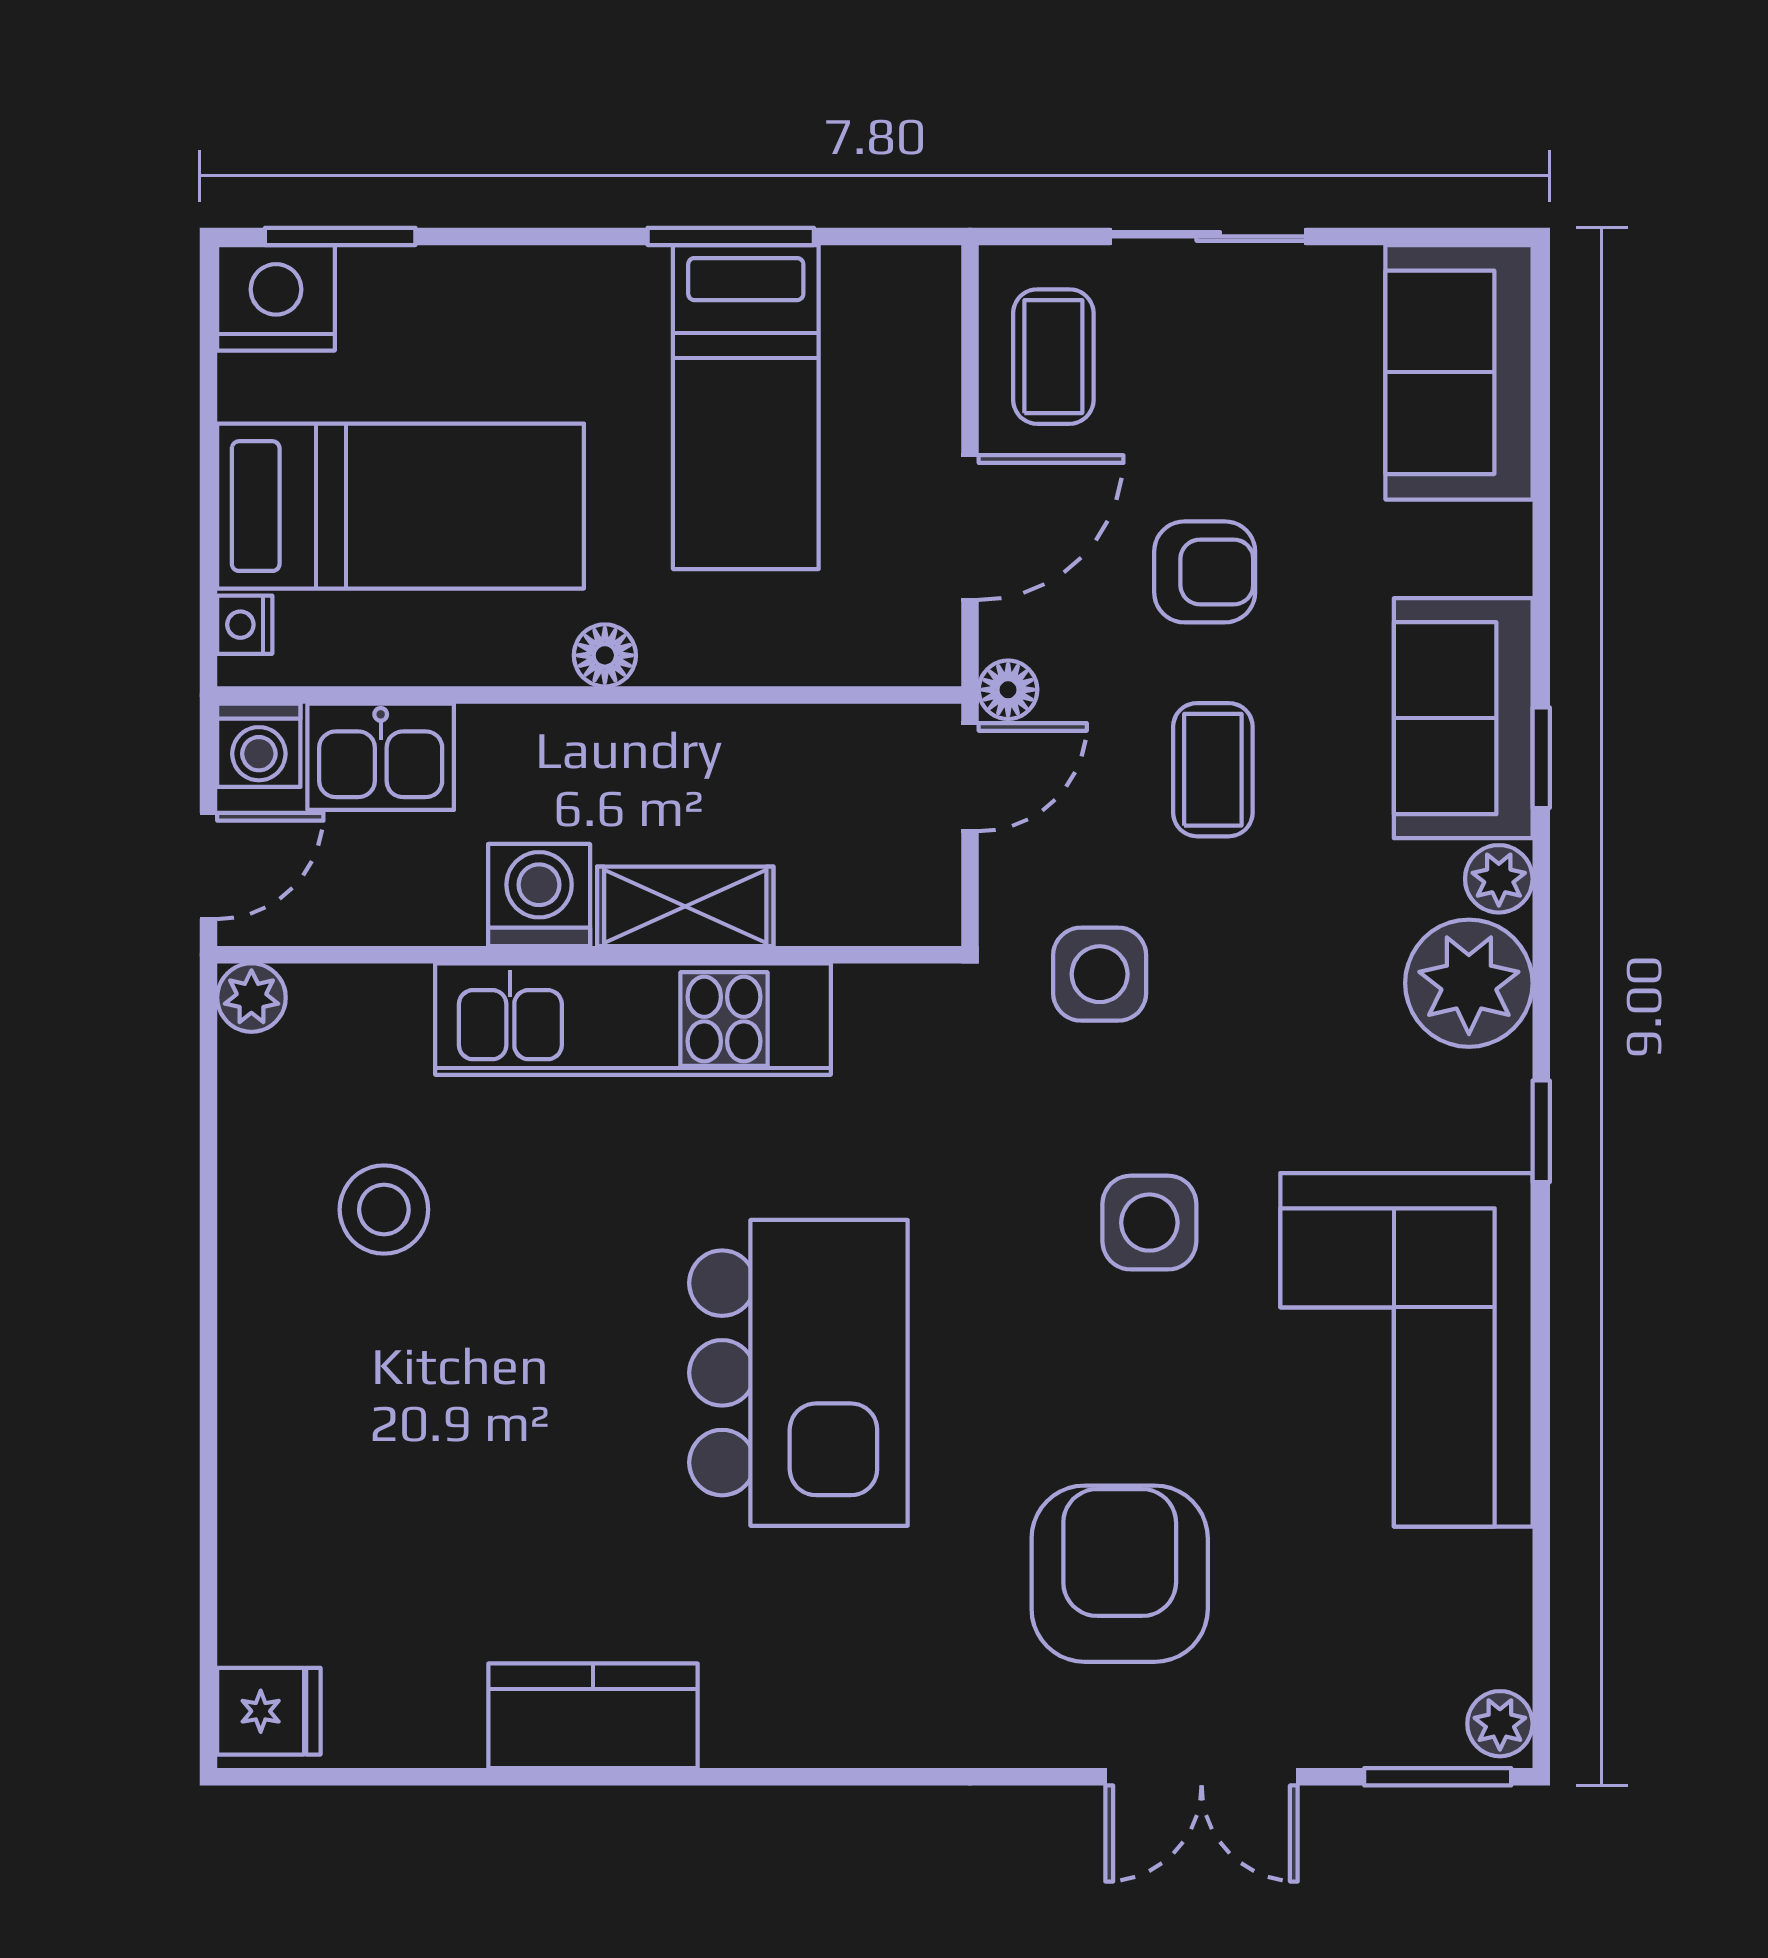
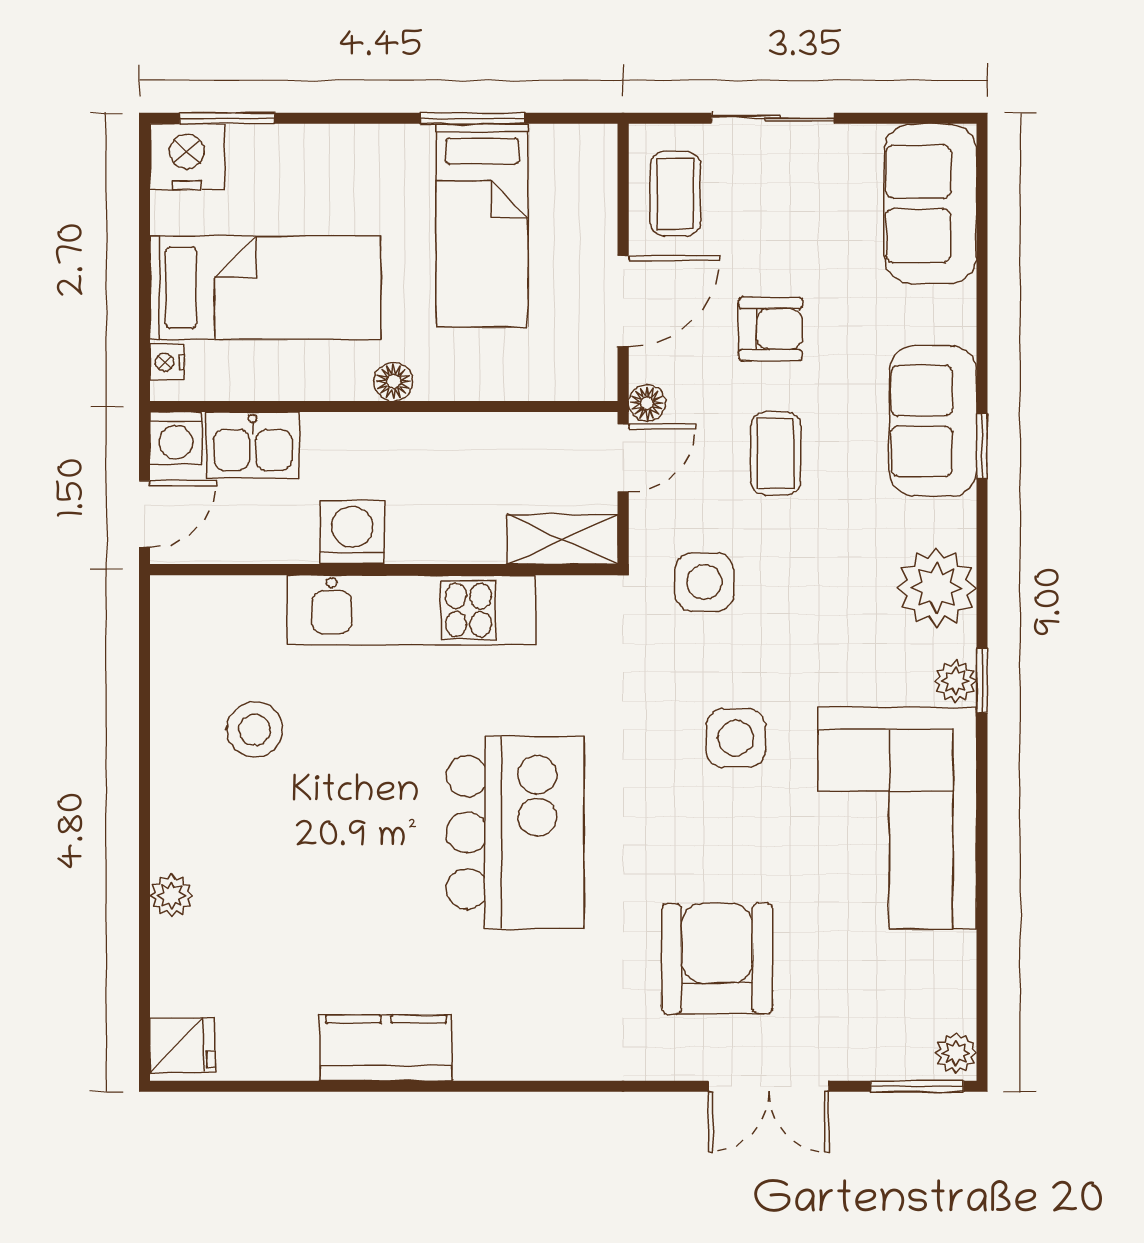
plant: (1499, 879) -> (955, 681), moved
shelving: (685, 906) -> (562, 539), moved
plant: (251, 998) -> (171, 896), moved

